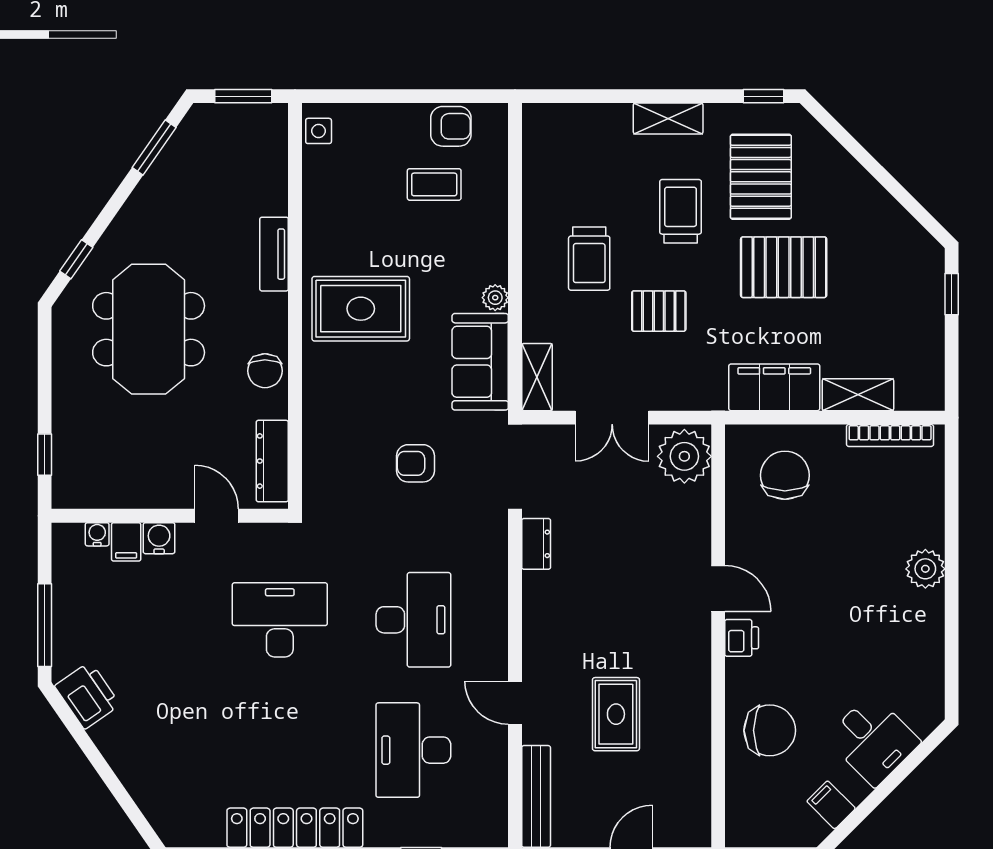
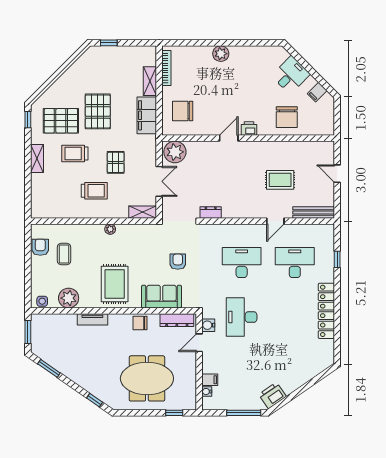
plant: (326, 196) -> (69, 298), added
meeting table: (149, 329) -> (147, 378), moved
sofa: (480, 362) -> (161, 297), moved, turned 180
chair: (265, 371) -> (140, 323), turned 180
armchair: (416, 463) -> (178, 262), turned 180
water cooler: (159, 538) -> (208, 325), moved
chair: (770, 730) -> (287, 117), turned 180
desk: (413, 750) -> (295, 263), turned 180

